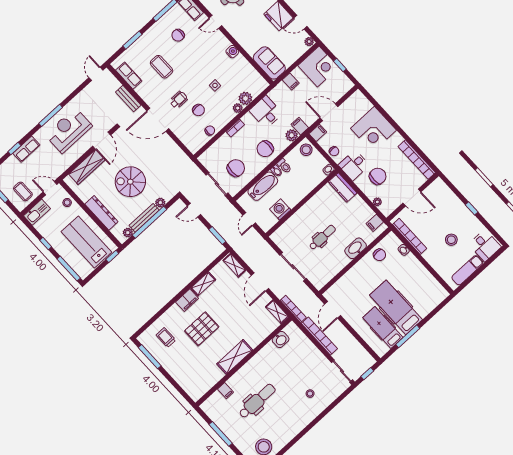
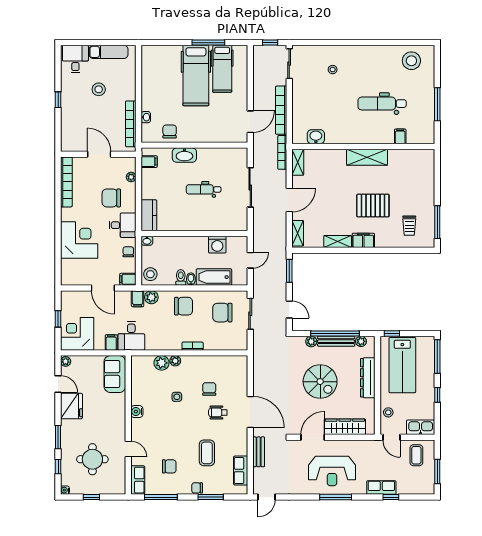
desk: (266, 112) -> (131, 336), moved
chair: (210, 130) -> (197, 488), moved

